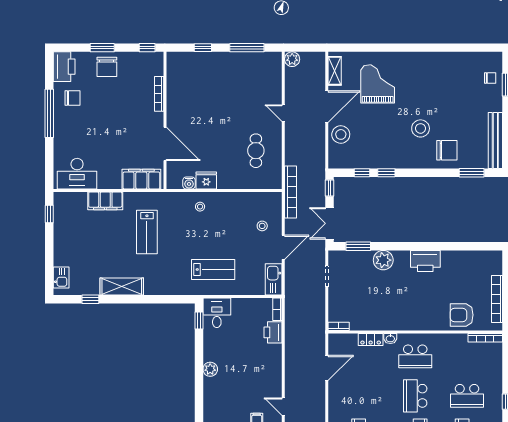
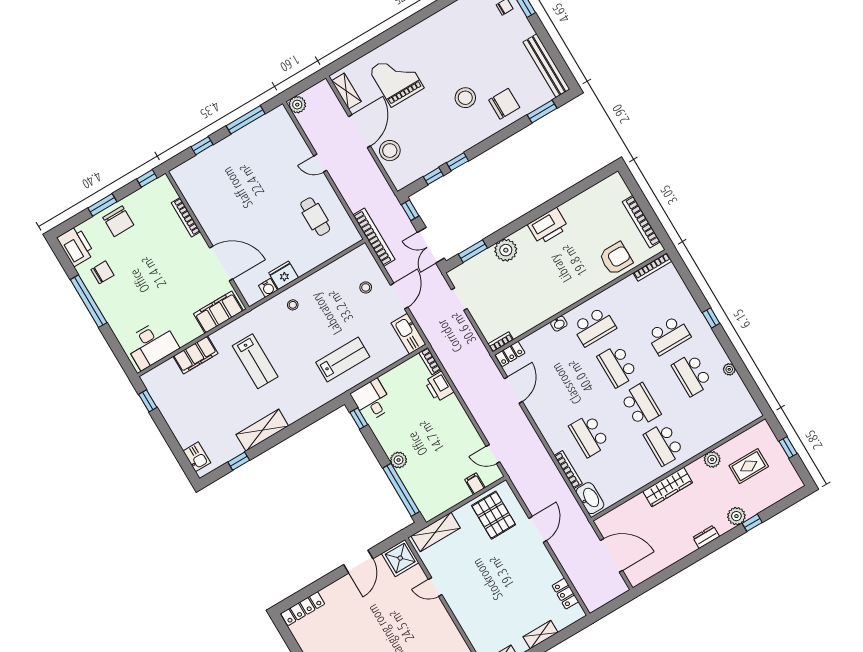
armchair: (462, 315) -> (616, 258), turned 180
locker: (371, 339) -> (510, 354), moved
window: (199, 393) -> (401, 490), added

